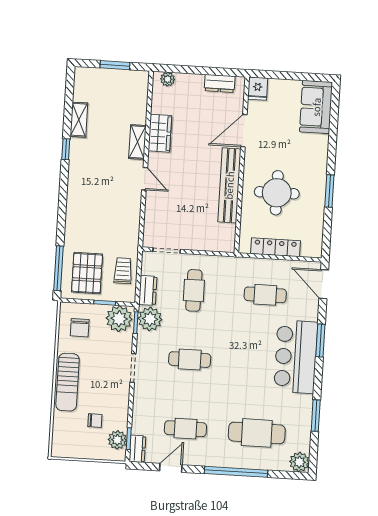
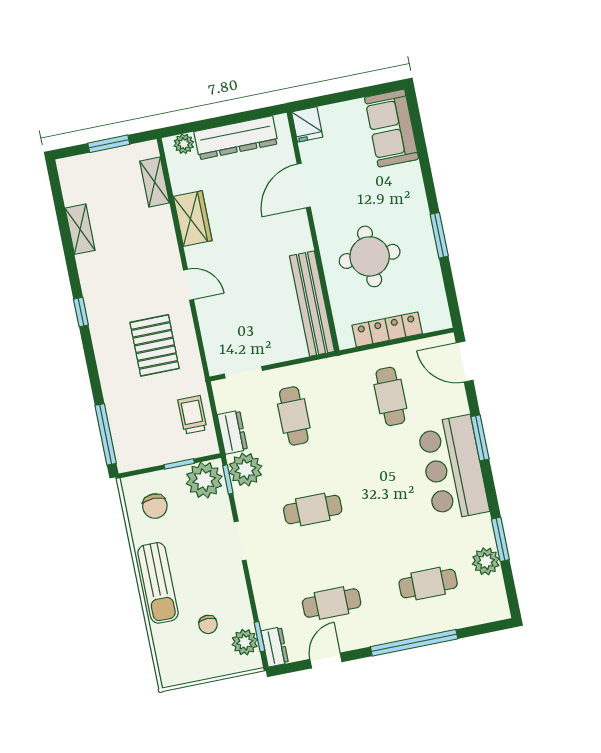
dresser: (220, 83) -> (236, 138), width x1.96, depth x1.24
shelving: (137, 142) -> (155, 182), moved
window: (66, 149) -> (81, 312), moved
bench: (229, 185) -> (312, 304), moved
pallet: (87, 273) -> (155, 345), moved
cafe table: (265, 295) -> (390, 396), turned 90
chair: (95, 421) -> (208, 624), turned 90
cafe table: (257, 433) -> (428, 584), width x0.73, depth x0.74
plant: (299, 462) -> (486, 561), moved

